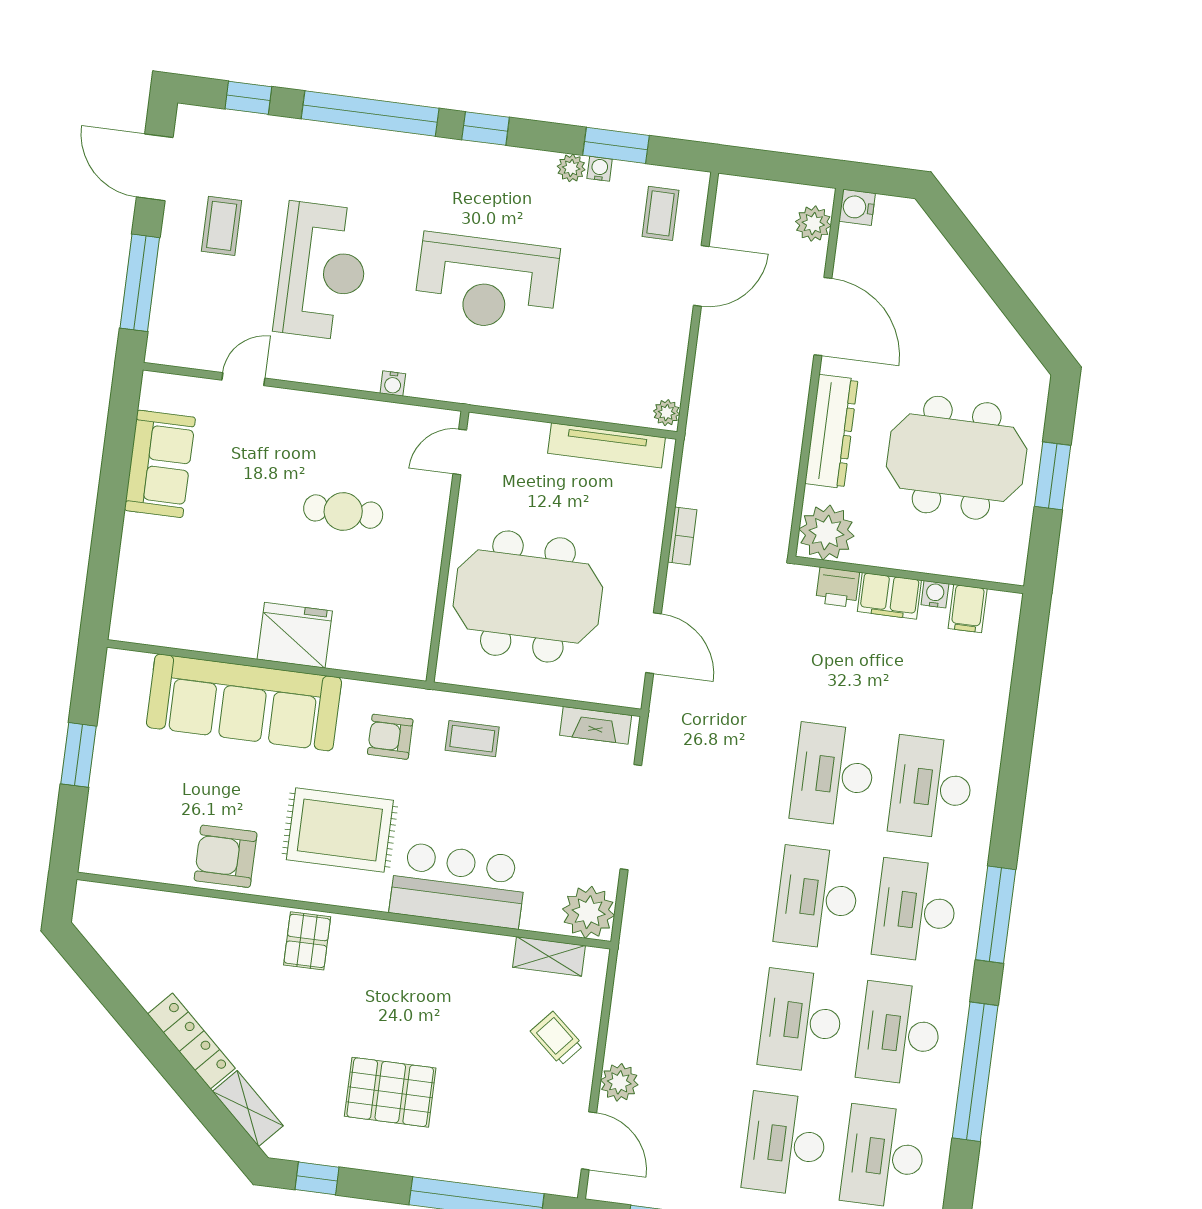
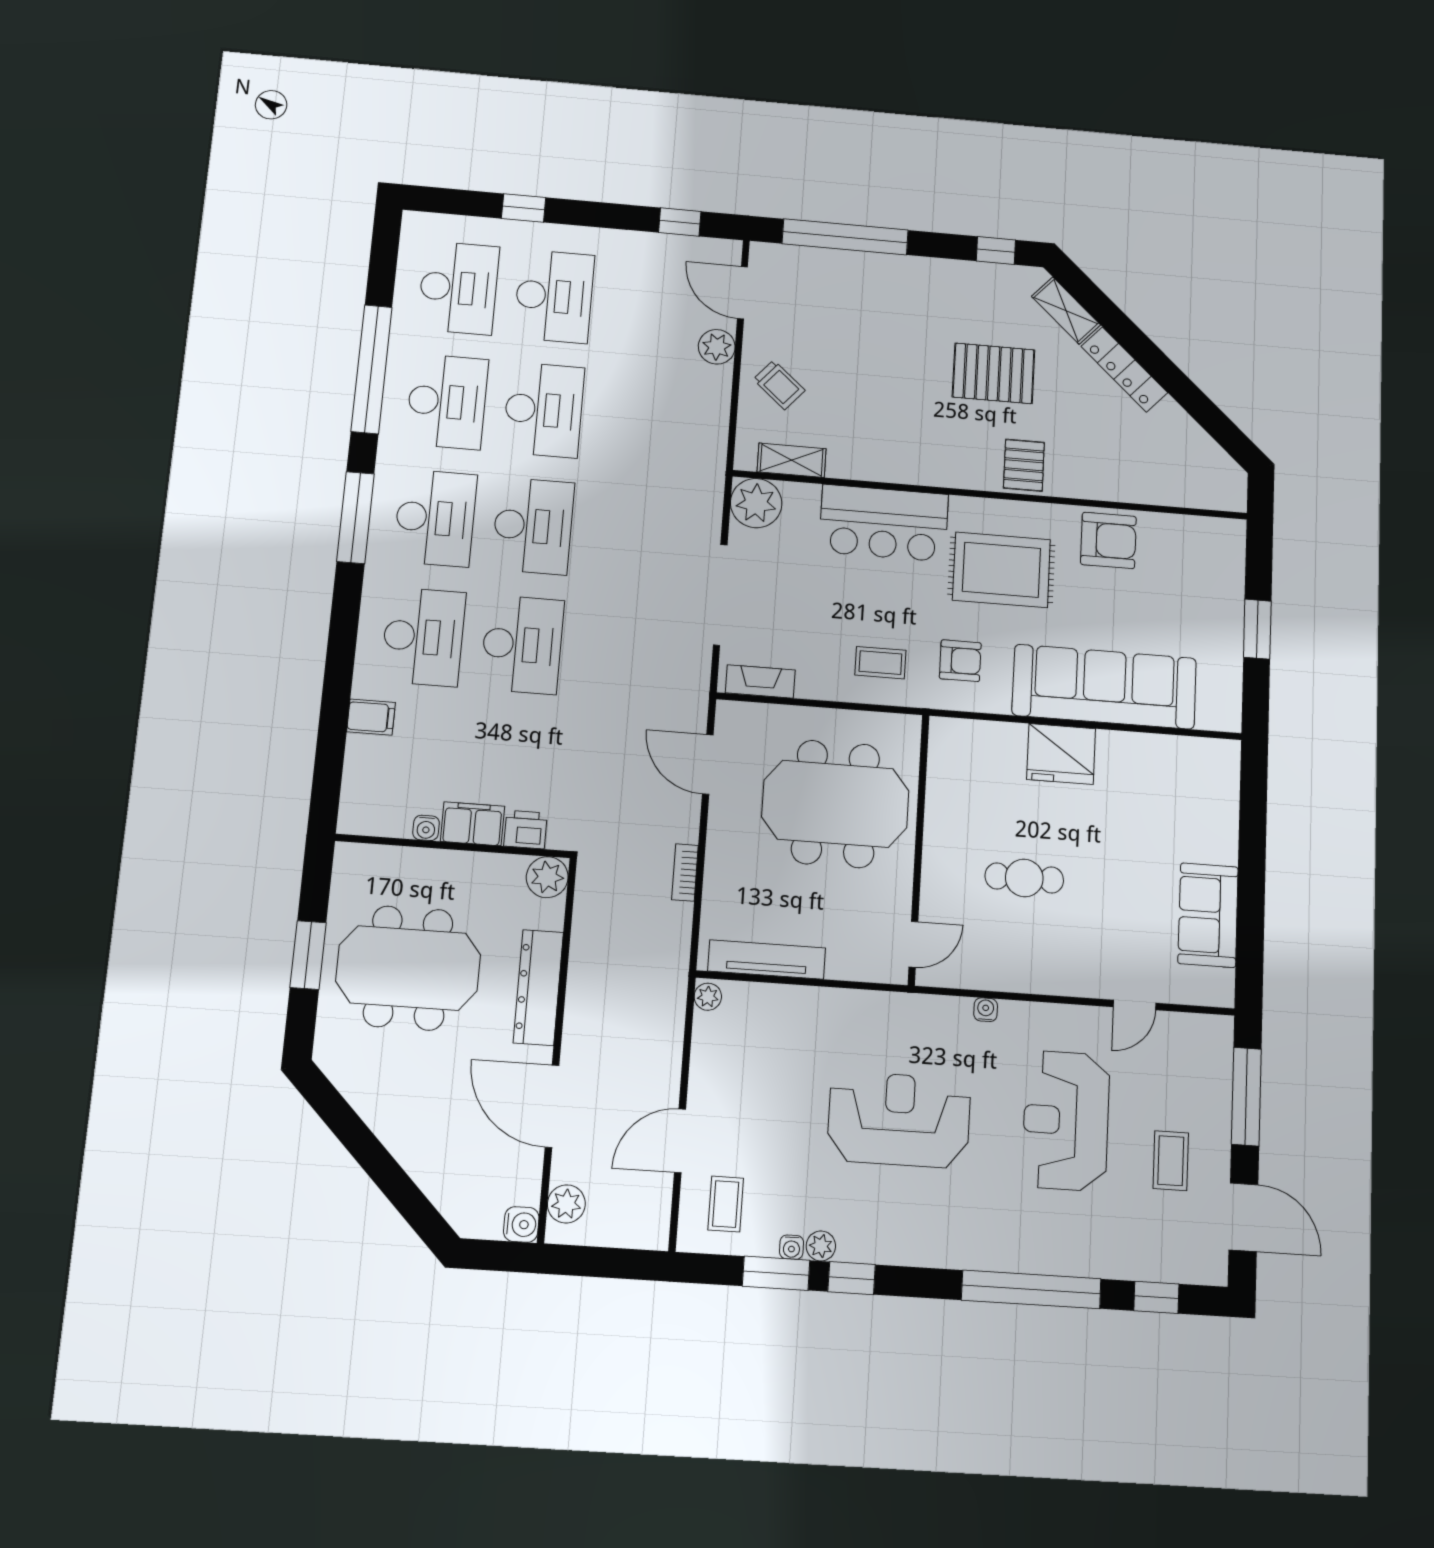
window: (486, 128) -> (852, 1278), moved
plant: (826, 533) -> (547, 877), width x0.73, depth x0.73
filing cabinet: (968, 609) -> (371, 717), moved, turned 90
pallet: (390, 1092) -> (994, 373), moved

